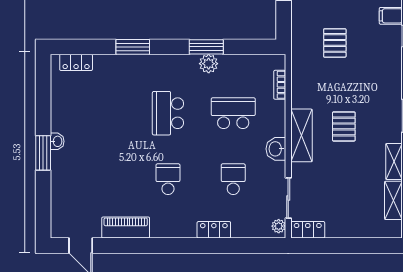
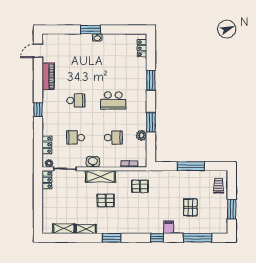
pallet: (335, 43) -> (140, 186), moved
plant: (209, 64) -> (141, 135), moved
school desk: (168, 113) -> (113, 100), turned 180
school desk: (233, 113) -> (113, 138), width x0.54
school desk: (233, 179) -> (76, 138), turned 180
locker: (214, 230) -> (47, 145), moved
window: (184, 246) -> (38, 110), added

